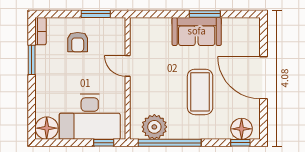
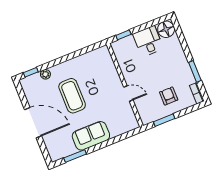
window: (205, 14) -> (75, 156), moved
desk: (90, 117) -> (148, 41), width x0.53, depth x0.77
plant: (154, 127) -> (45, 74), moved, width x0.53, depth x0.53
floor lamp: (242, 129) -> (34, 82), removed
window: (170, 143) -> (79, 53), removed

